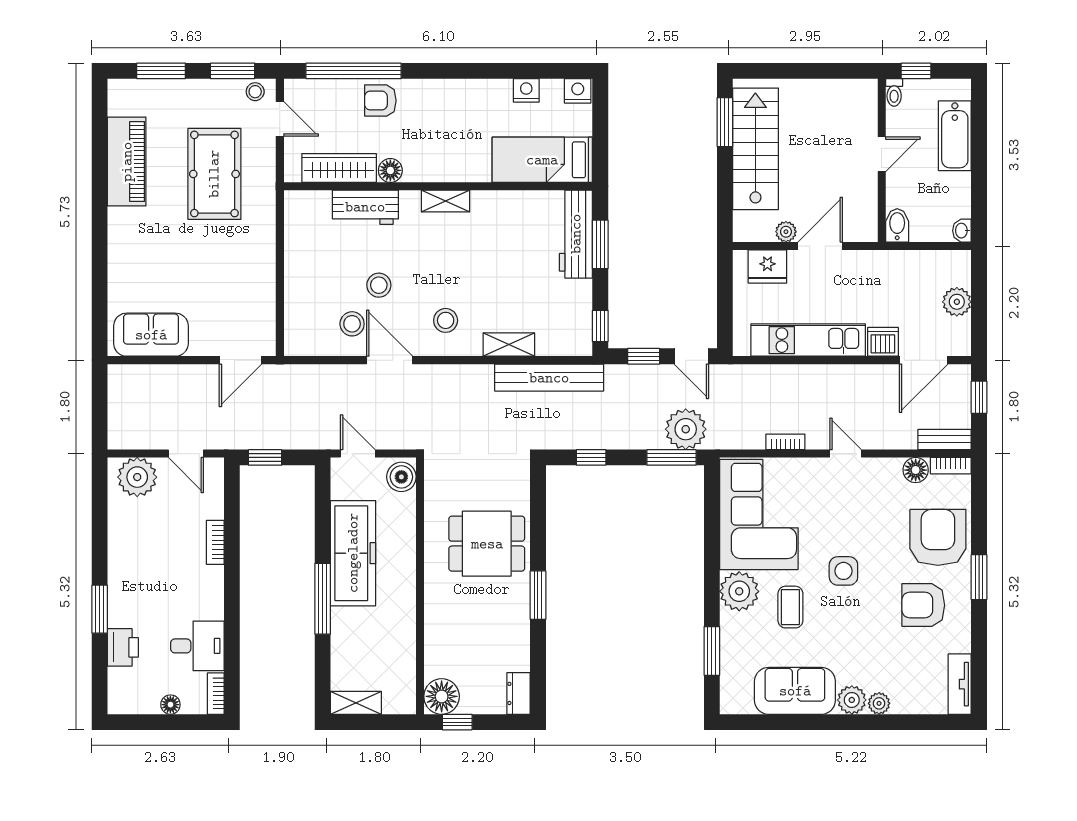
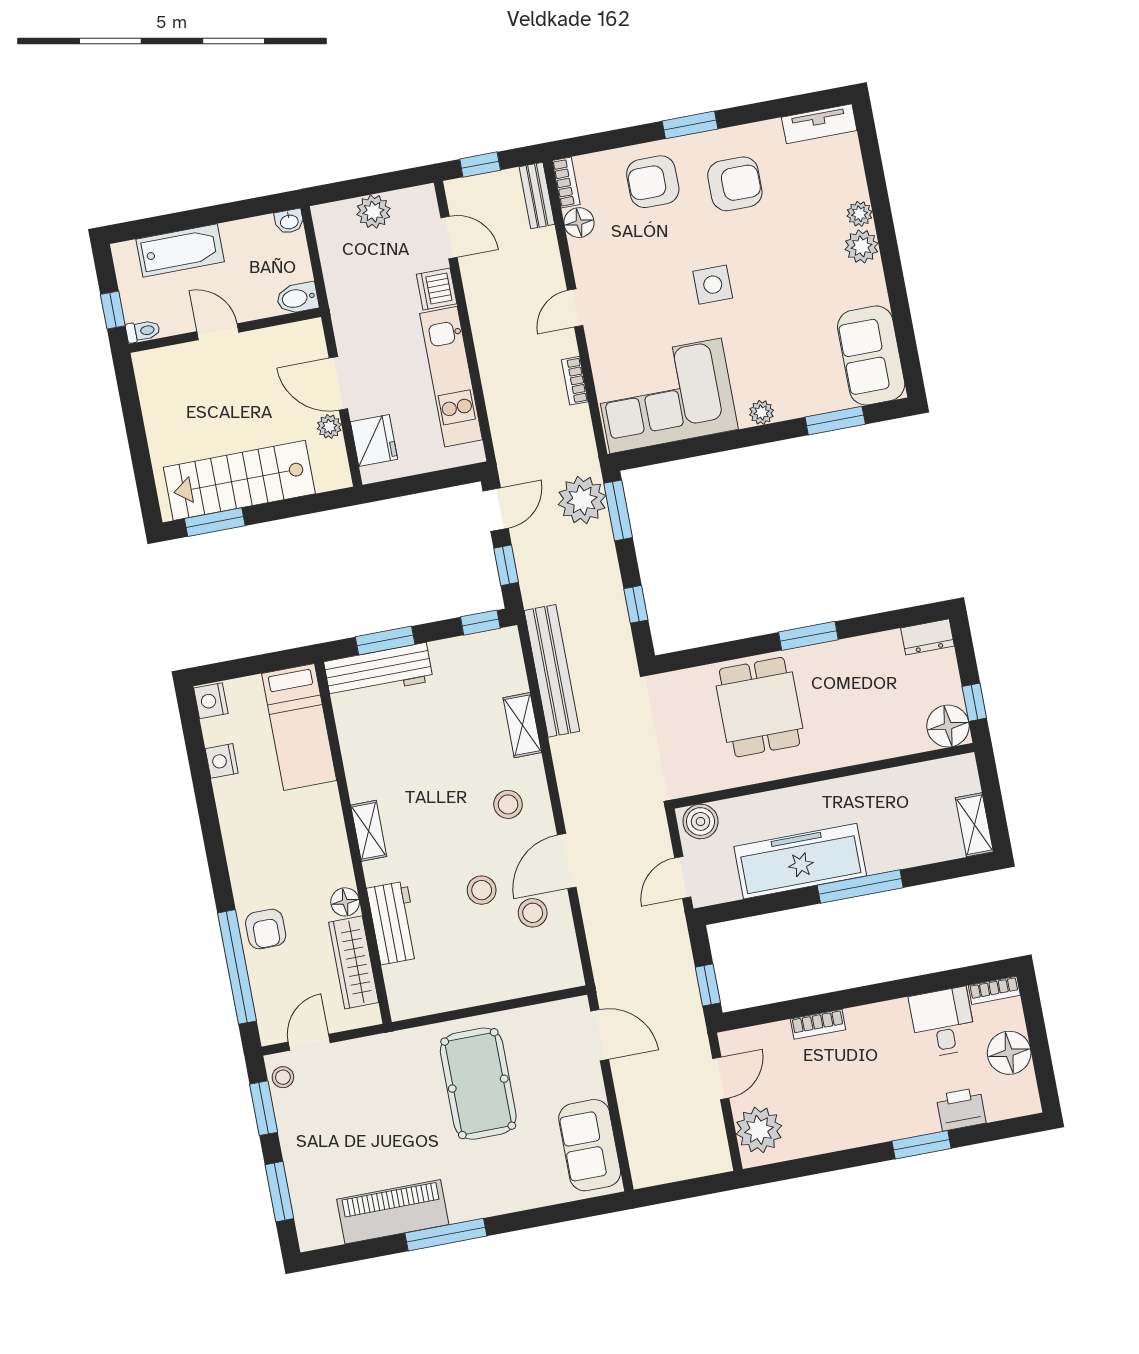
pool table: (214, 174) -> (478, 1084), moved, turned 90
window: (100, 202) -> (446, 1235), added
door: (924, 360) -> (449, 237), width x0.73
armchair: (938, 537) -> (653, 182), width x0.73, depth x0.73
plant: (739, 591) -> (762, 412), width x0.53, depth x0.53
armchair: (923, 605) -> (735, 184), turned -90
coffee table: (790, 607) -> (767, 339), removed
sofa: (795, 691) -> (871, 355), moved
floor lamp: (170, 705) -> (1009, 1053), width x1.89, depth x1.89

